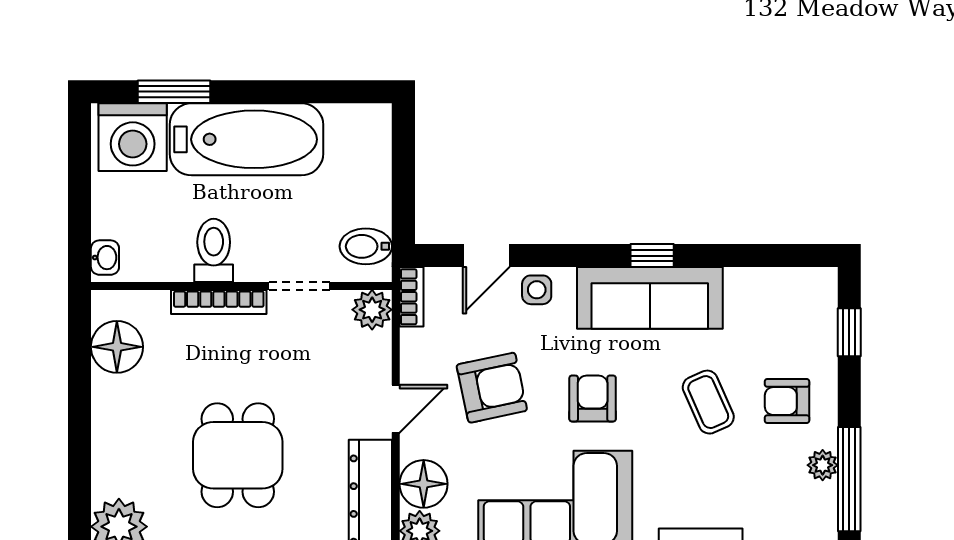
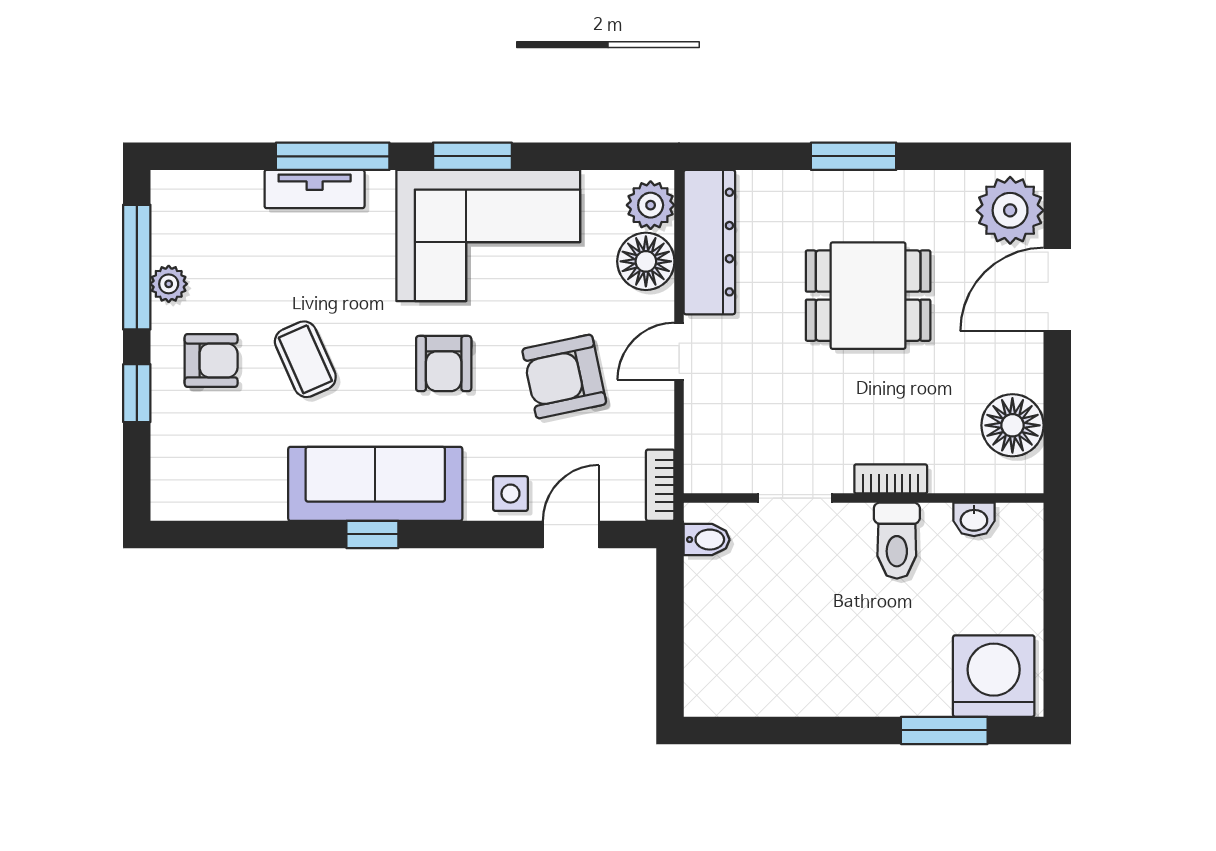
bathtub: (246, 139) -> (858, 674), removed
bidet: (366, 246) -> (707, 540), width x0.72, depth x0.74
washbasin: (105, 258) -> (974, 519), moved, turned -90
bookcase: (219, 302) -> (891, 479), width x0.64
plant: (372, 310) -> (707, 470), removed
window: (849, 332) -> (137, 393), moved
dining table: (238, 455) -> (868, 296), turned 90
door: (80, 461) -> (1057, 289), added

